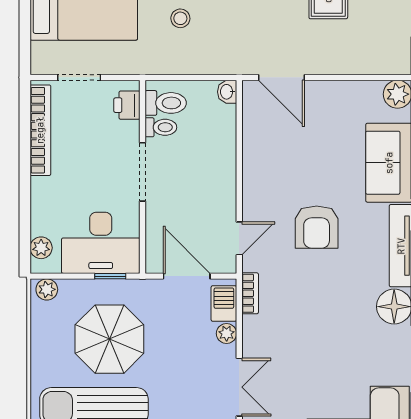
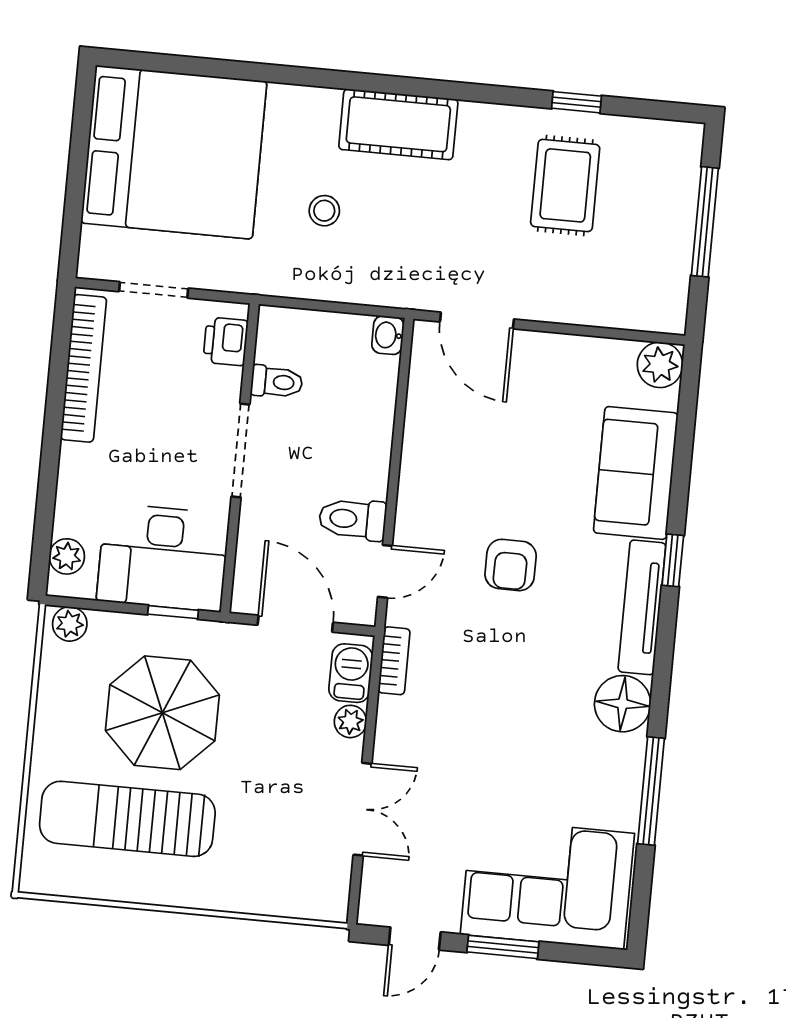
toilet: (166, 103) -> (353, 519), moved, turned 180
armchair: (317, 227) -> (511, 565), width x0.72, depth x0.72

